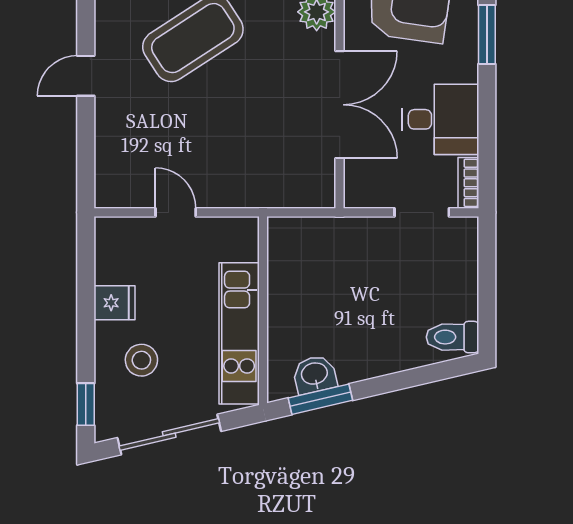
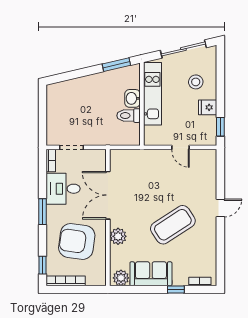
window: (487, 34) -> (43, 212), moved
toilet: (452, 337) -> (128, 116), moved, turned 180
washbasin: (315, 375) -> (132, 98), moved, turned 103
window: (86, 404) -> (220, 127), moved

